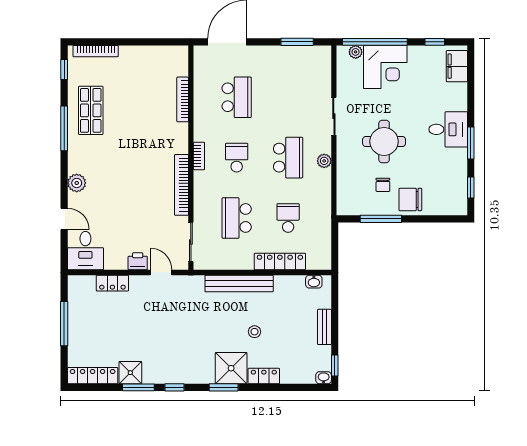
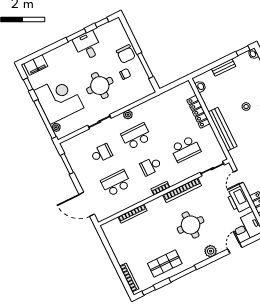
corner desk: (385, 67) -> (59, 99), width x1.36, depth x1.36
desk: (448, 129) -> (88, 46), moved
round table: (127, 173) -> (191, 225), added
school desk: (288, 218) -> (101, 153), moved, turned 180
printer: (138, 261) -> (238, 200), width x1.87, depth x1.48

